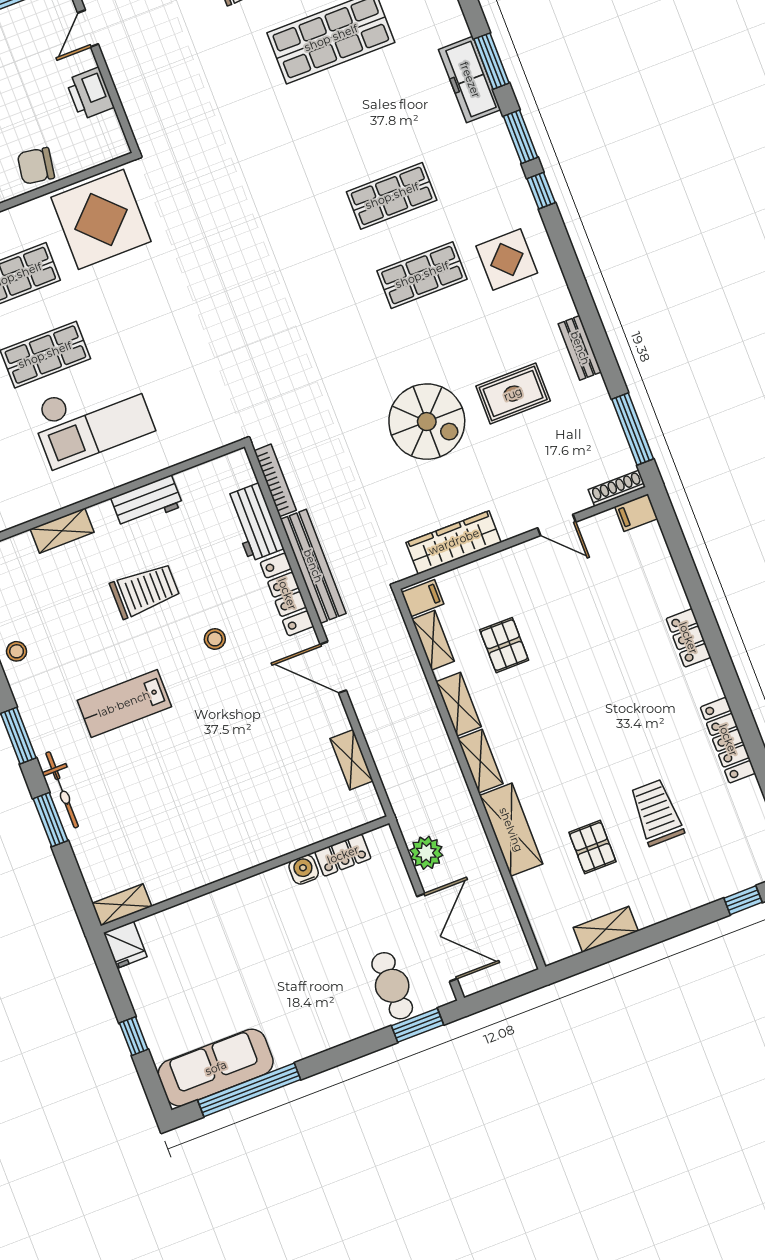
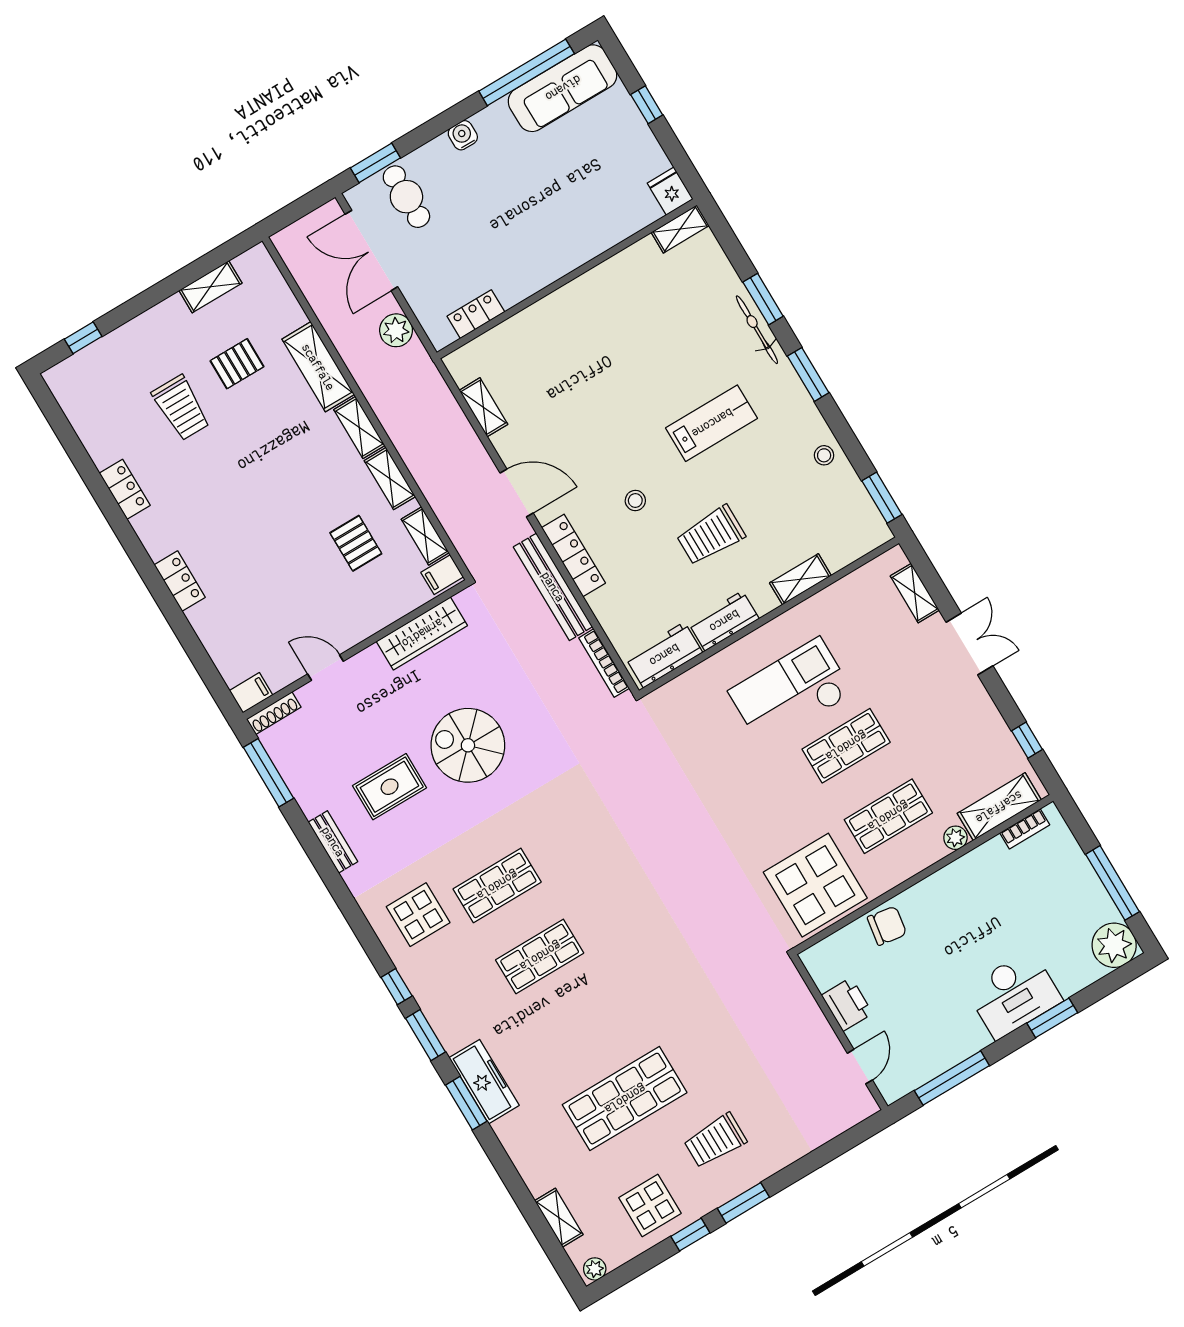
workbench: (254, 522) -> (664, 655), moved, turned -90
locker: (728, 740) -> (125, 489), width x0.66
pallet: (592, 847) -> (237, 364), turned 90
water cooler: (304, 870) -> (463, 135), moved, turned 180

